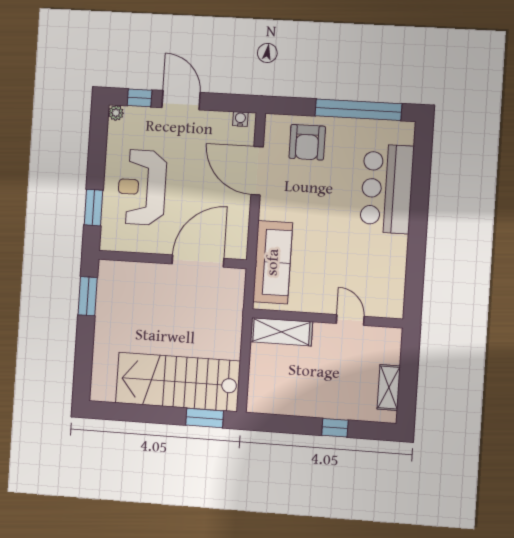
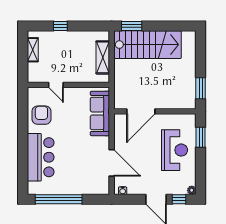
armchair: (307, 142) -> (41, 115), moved
shelving: (281, 332) -> (103, 57), moved, turned 90

